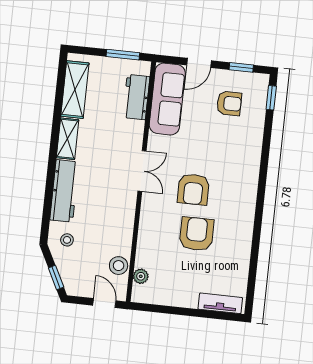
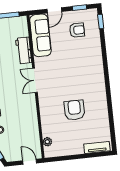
workbench: (136, 97) -> (24, 50), moved
double door: (142, 171) -> (35, 80), swing flipped
armchair: (193, 189) -> (67, 85), removed
stool: (119, 266) -> (33, 138), removed

